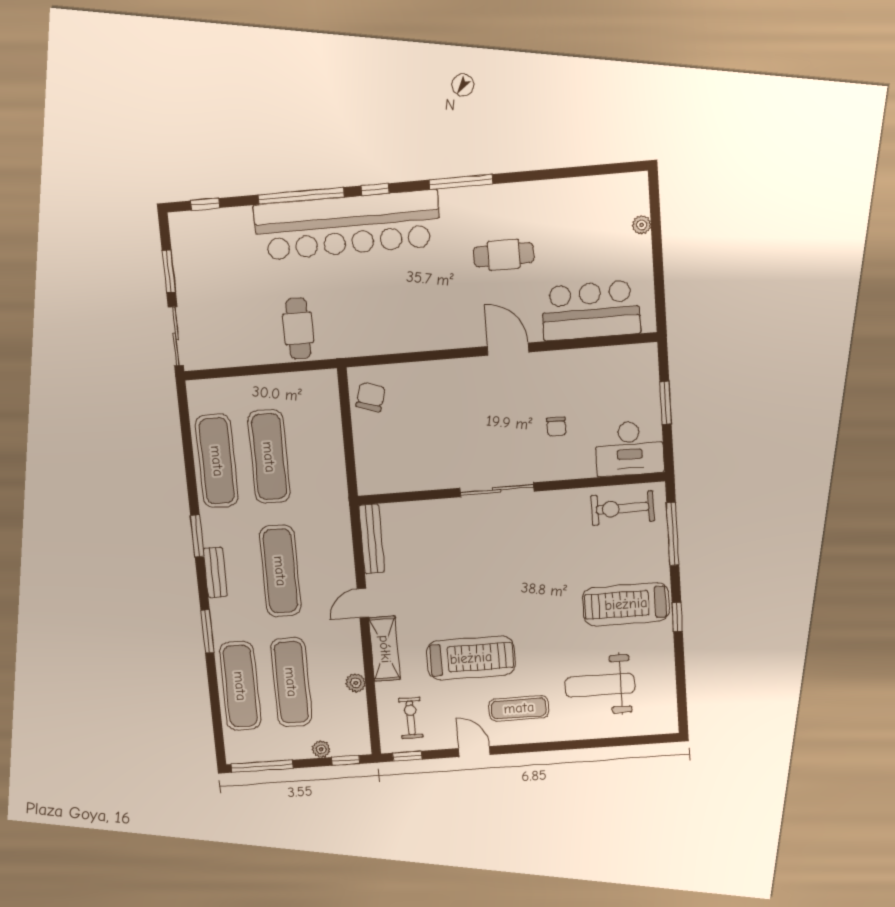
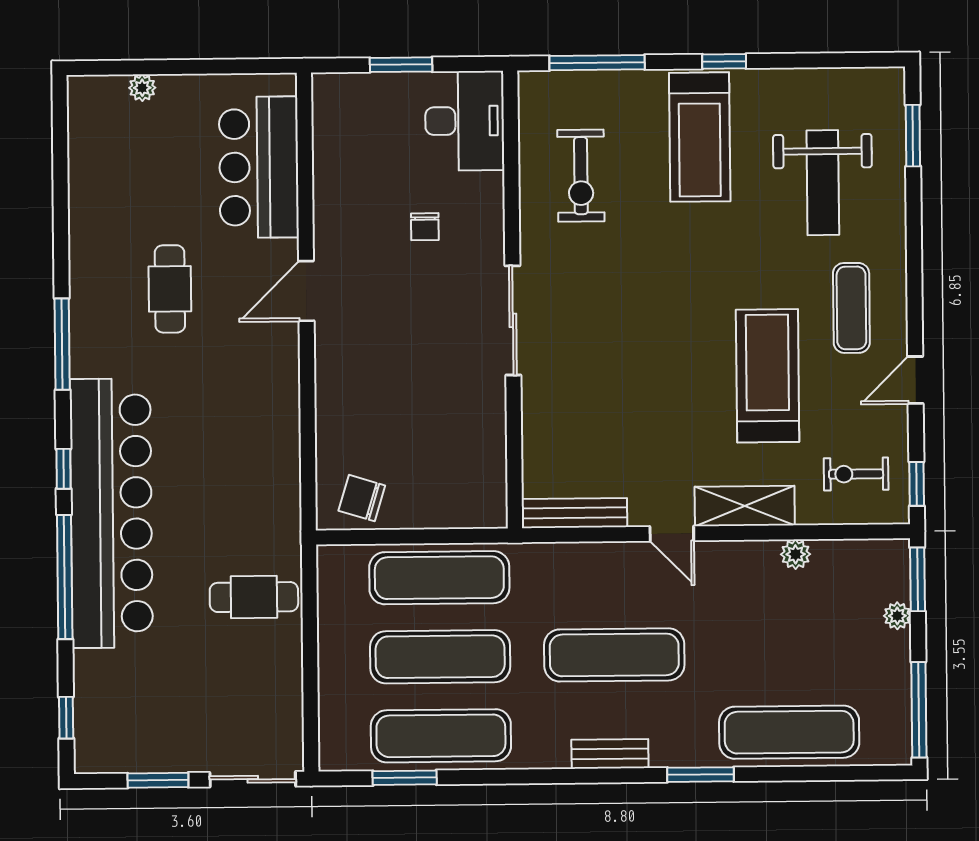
chair: (556, 427) -> (425, 227), turned 90
exercise bike: (623, 508) -> (581, 176), moved
window: (197, 536) -> (405, 778), moved
exercise mat: (291, 682) -> (439, 578), moved
window: (634, 740) -> (913, 136), added
window: (346, 760) -> (918, 579), width x1.50

